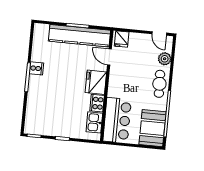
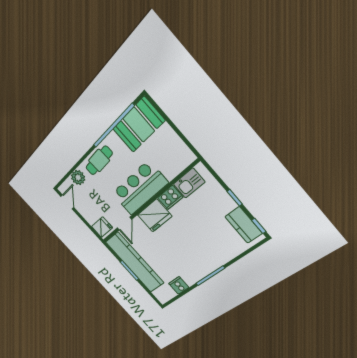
cooker: (36, 68) -> (179, 285), moved
bar counter: (117, 120) -> (140, 188), moved
kitchen counter: (42, 128) -> (244, 225), added

